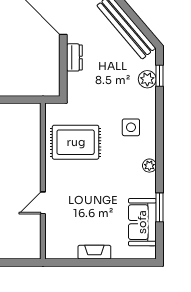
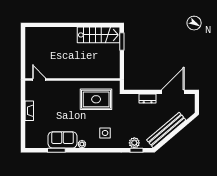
rug: (76, 142) -> (96, 99), turned 90
door: (43, 203) -> (39, 79), moved
sofa: (142, 222) -> (63, 140), moved

